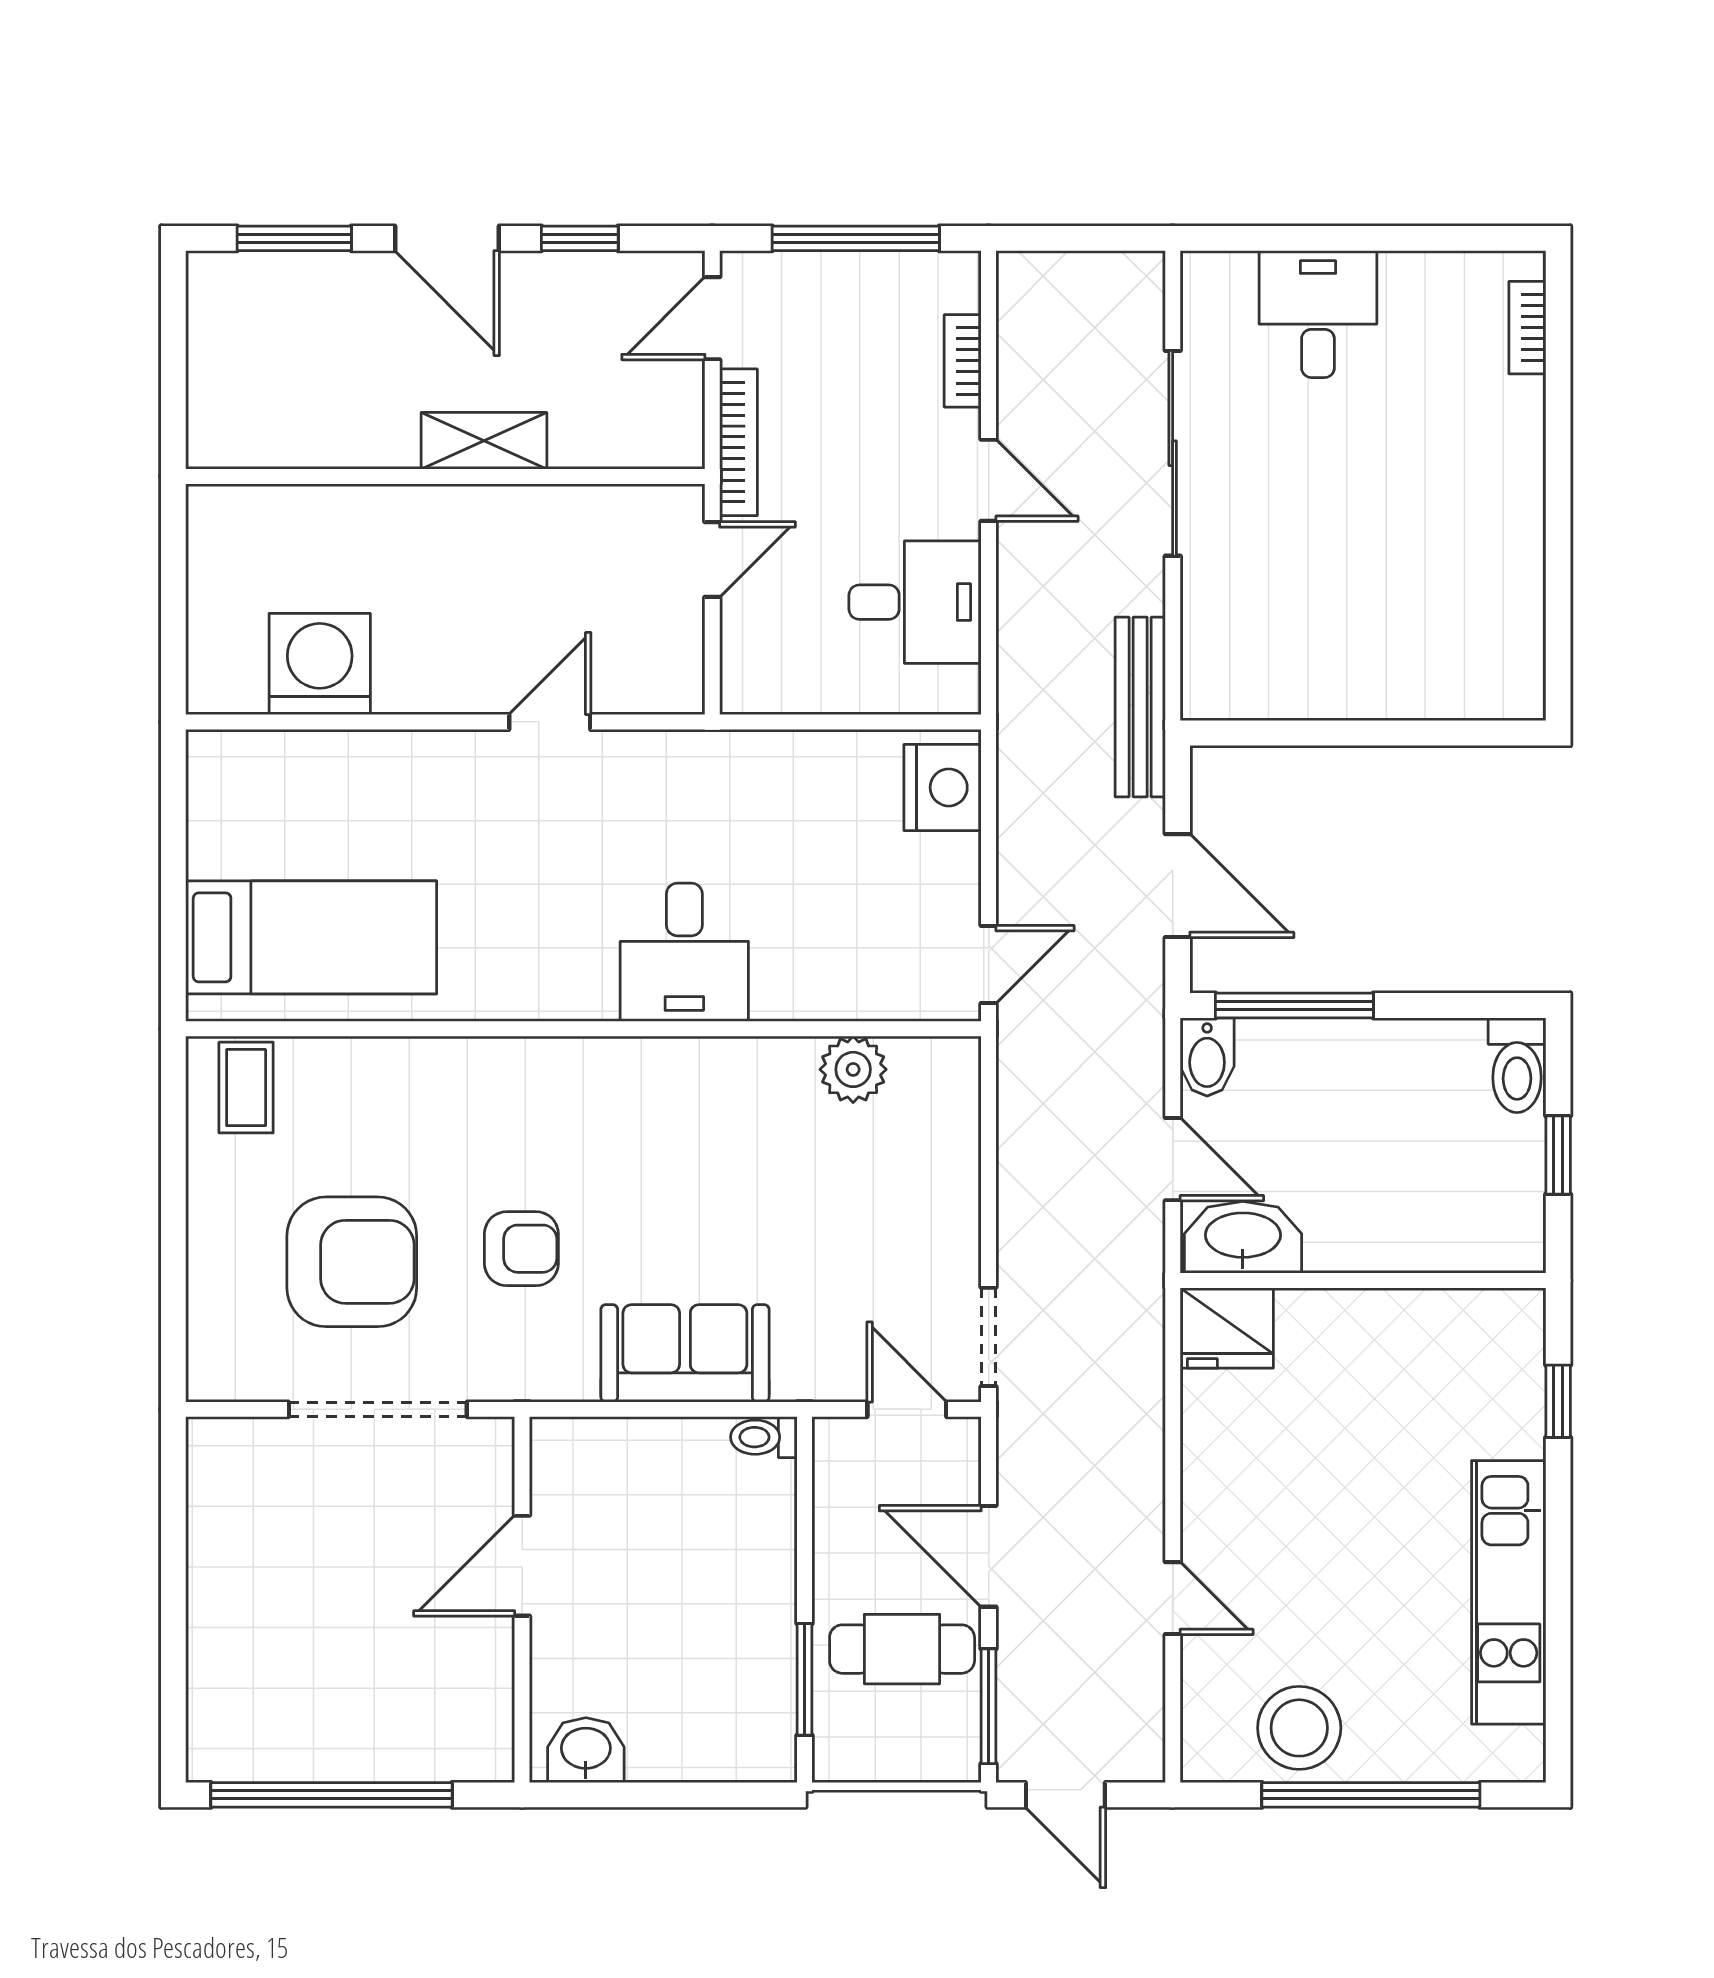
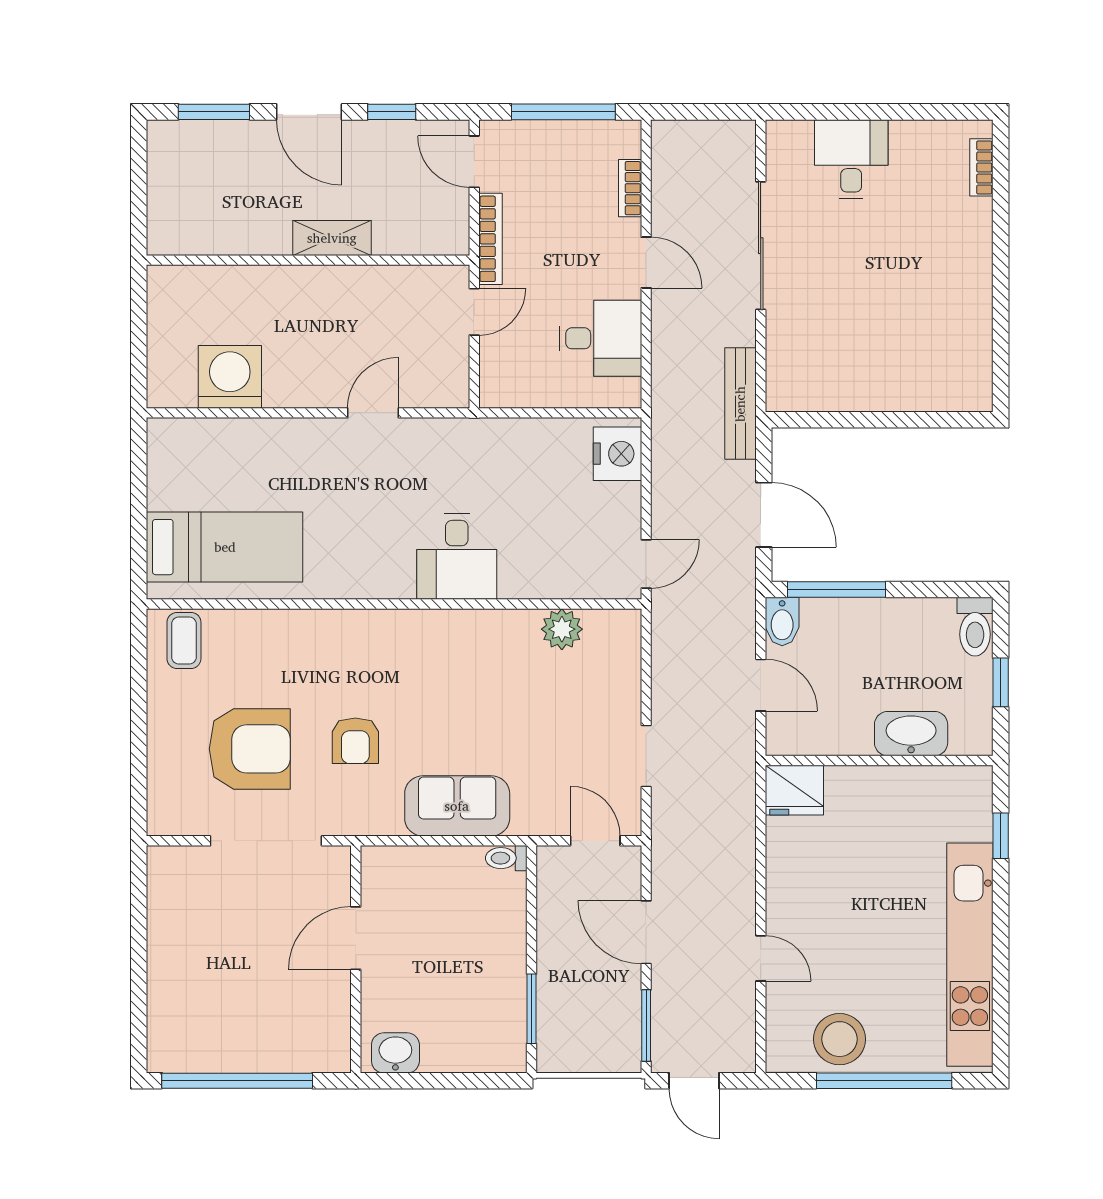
door: (712, 318) -> (474, 162), hinge flipped
washbasin: (1243, 1237) -> (911, 734), moved
armchair: (521, 1249) -> (355, 741), turned 90
doorway: (989, 1337) -> (646, 756), moved
kitchen unit: (1509, 1592) -> (970, 955), width x1.36
cafe table: (902, 1649) -> (592, 990), removed

